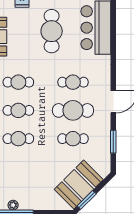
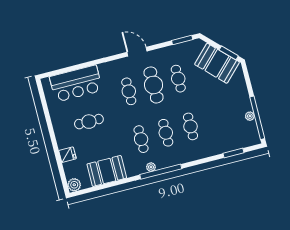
cafe table: (52, 31) -> (89, 122), width x0.73, depth x0.74
window: (113, 142) -> (182, 40), moved

